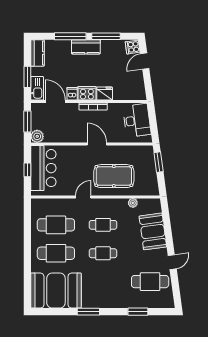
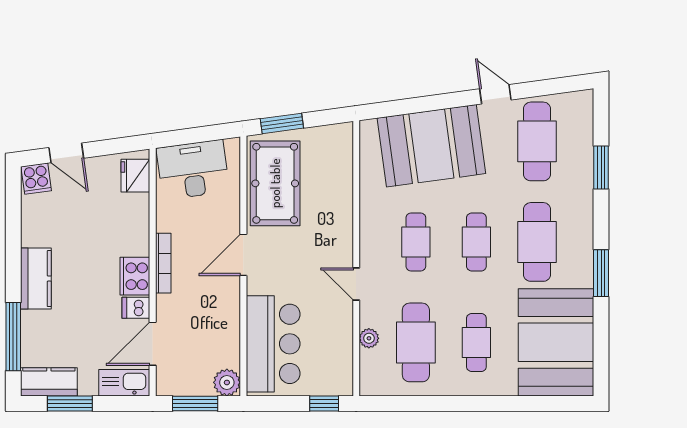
window: (70, 36) -> (13, 337), moved
window: (106, 36) -> (13, 235), removed
window: (27, 77) -> (70, 403), moved
fridge: (105, 94) -> (135, 176), moved
bar counter: (43, 168) -> (273, 344), moved, turned 90
window: (27, 170) -> (324, 403), moved
pool table: (114, 176) -> (275, 183), moved
plant: (133, 203) -> (369, 338), moved
booth: (153, 231) -> (431, 146), width x1.36, depth x1.42
cafe table: (56, 253) -> (476, 342), width x0.73, depth x0.74
cafe table: (103, 282) -> (537, 242), added

